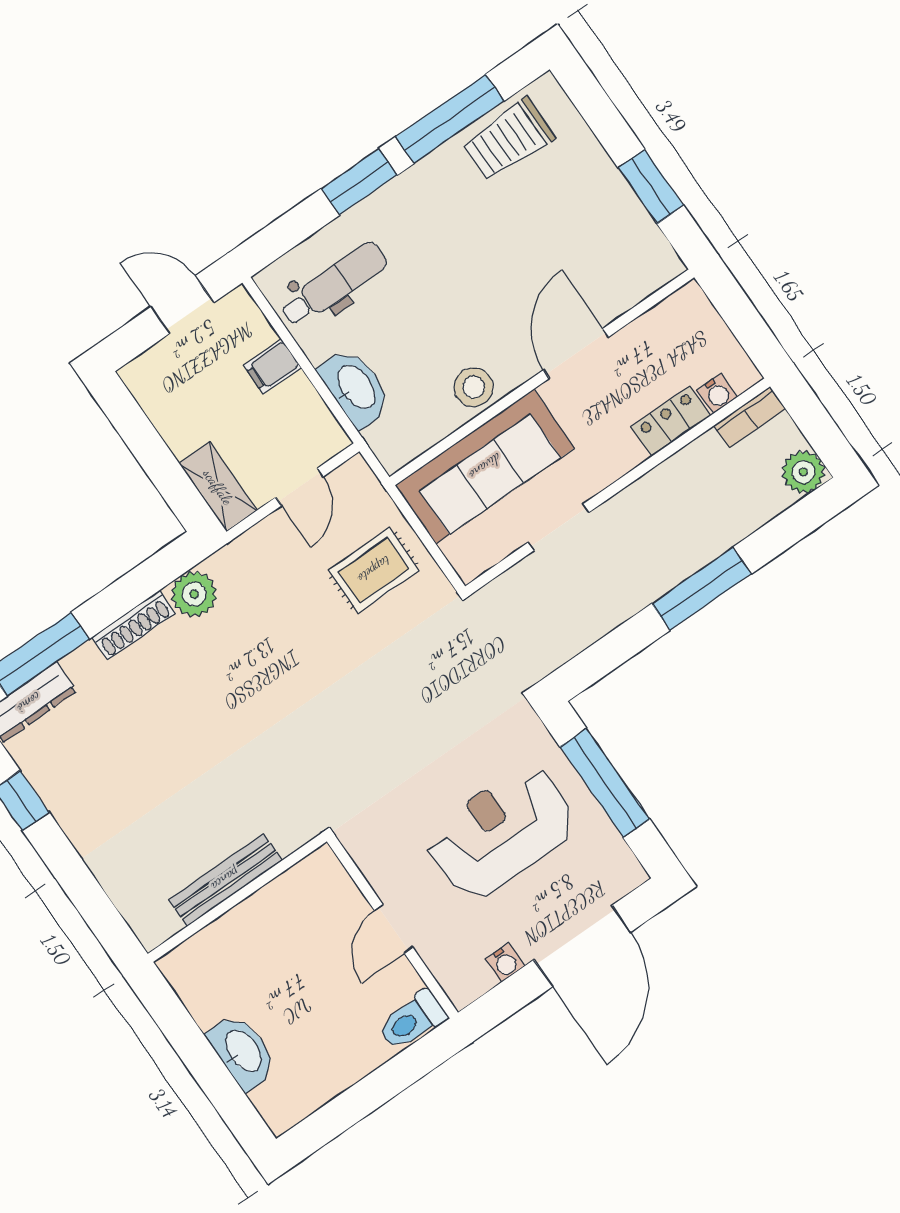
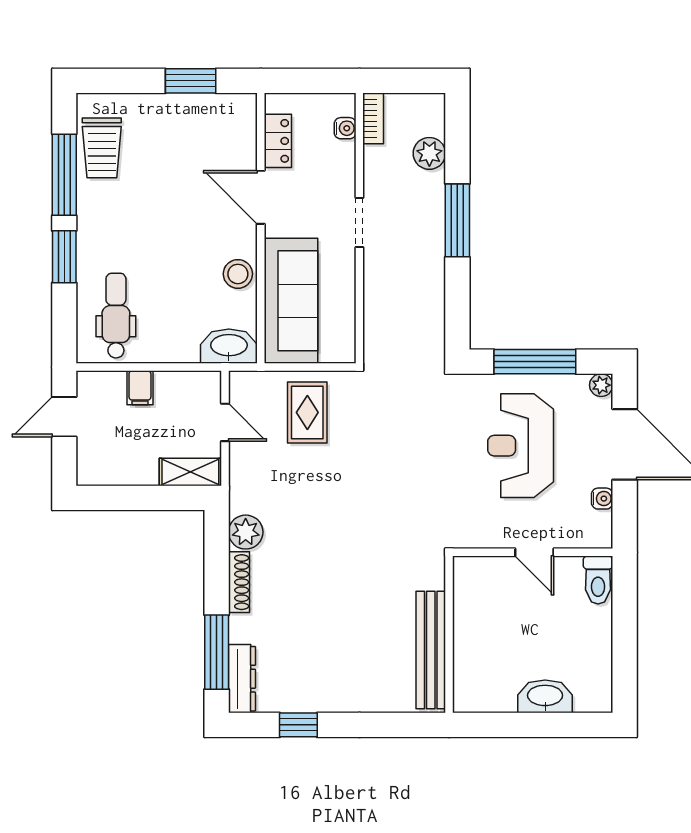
washbasin: (355, 388) -> (229, 346), moved
locker: (671, 421) -> (278, 141), moved, turned 180
plant: (803, 472) -> (429, 153), moved
doorway: (559, 527) -> (359, 222), moved
plant: (630, 874) -> (601, 385), added
bench: (225, 880) -> (431, 650), width x1.37, depth x1.21

